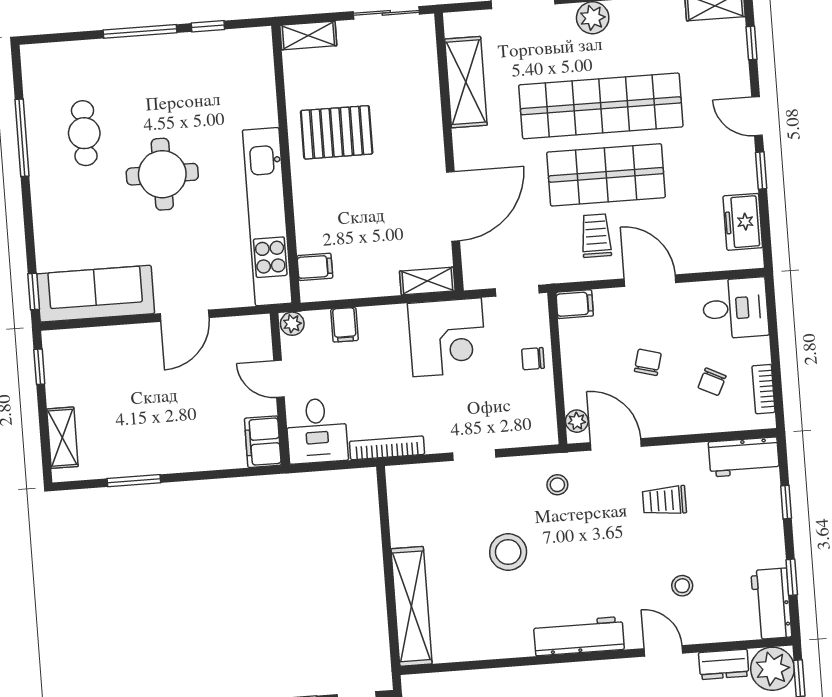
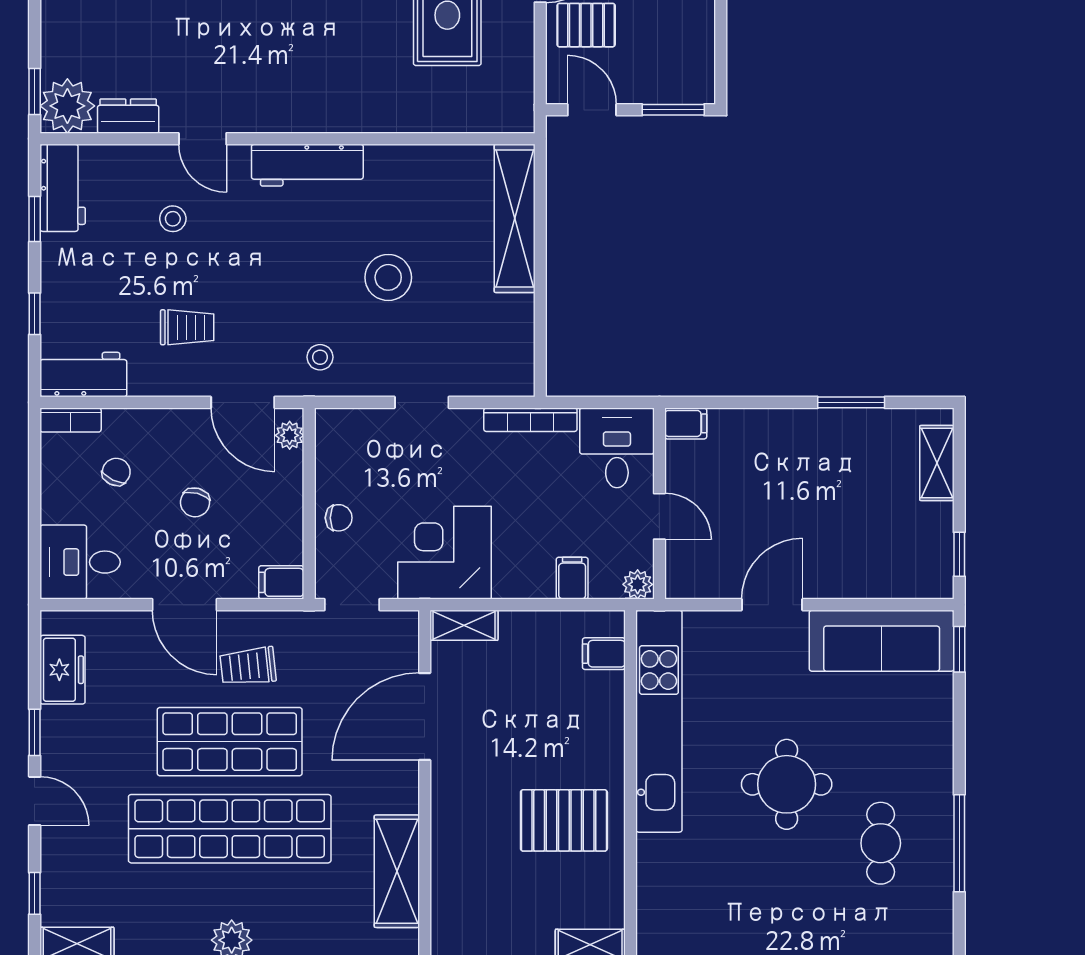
trolley: (596, 236) -> (248, 666), turned 84
bookcase: (763, 389) -> (71, 420), moved, turned 90
filing cabinet: (263, 442) -> (686, 423), width x0.50

